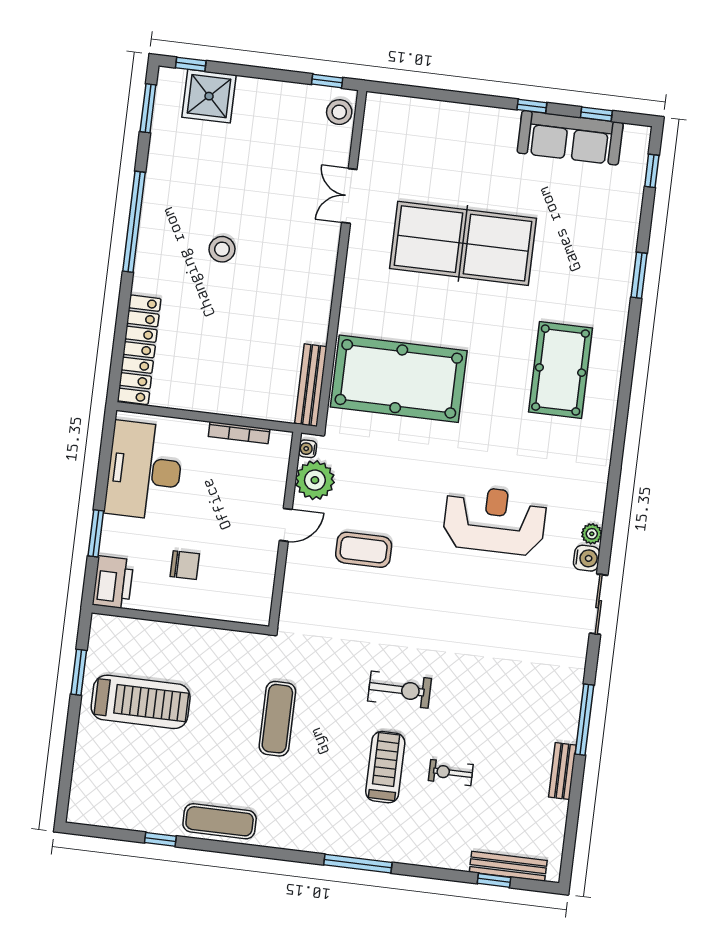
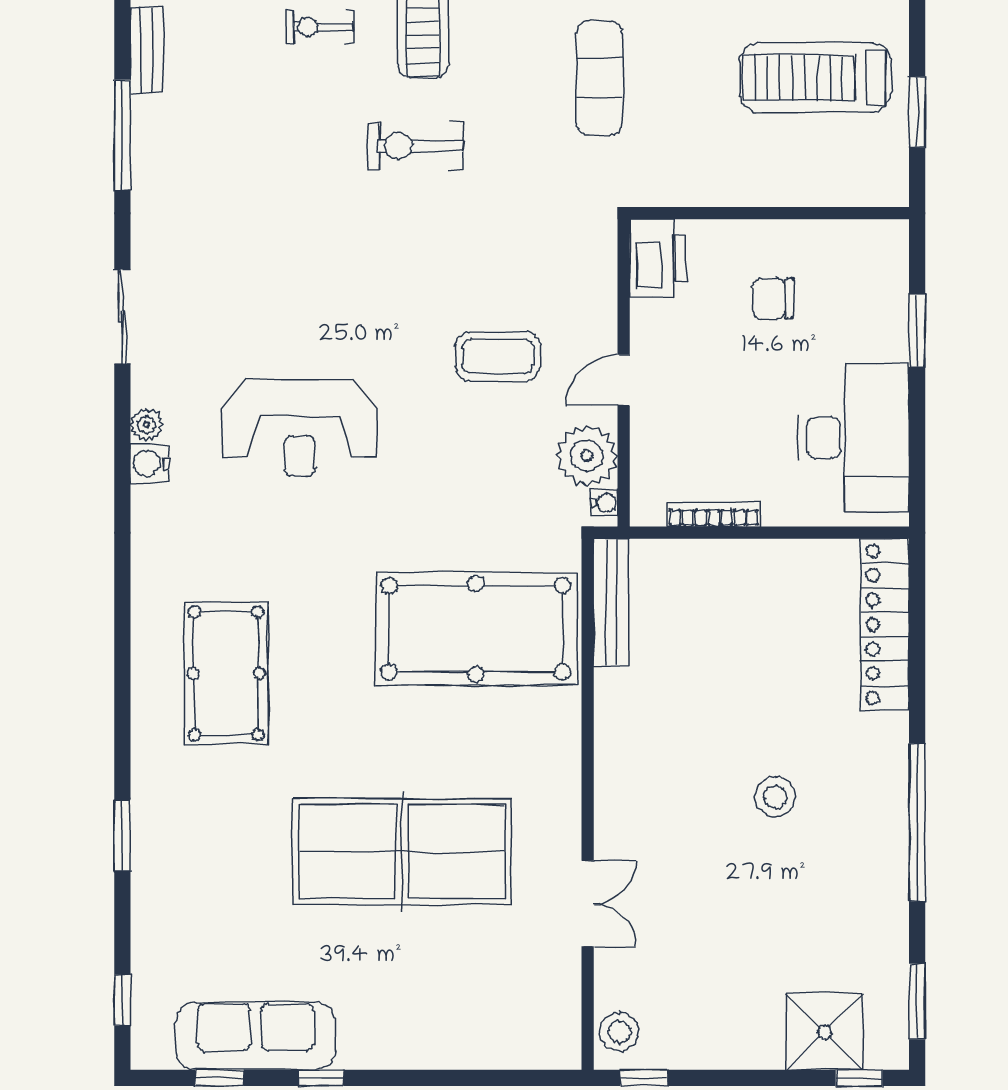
water cooler: (587, 558) -> (150, 464), moved
printer: (113, 582) -> (658, 258), moved, turned 180
exercise bike: (451, 773) -> (320, 27), turned 180

